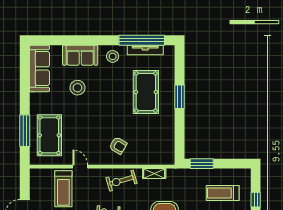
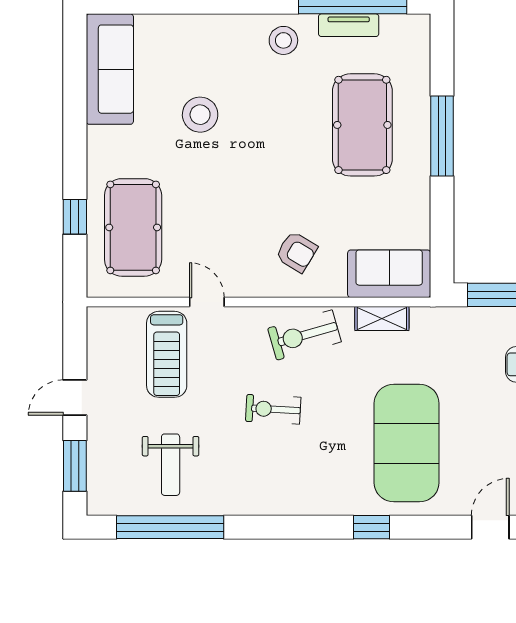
tv unit: (145, 50) -> (349, 25), width x0.71
sofa: (80, 55) -> (389, 274), moved, turned 180
window: (179, 97) -> (442, 136), width x1.44
window: (25, 131) -> (75, 217), width x0.46

